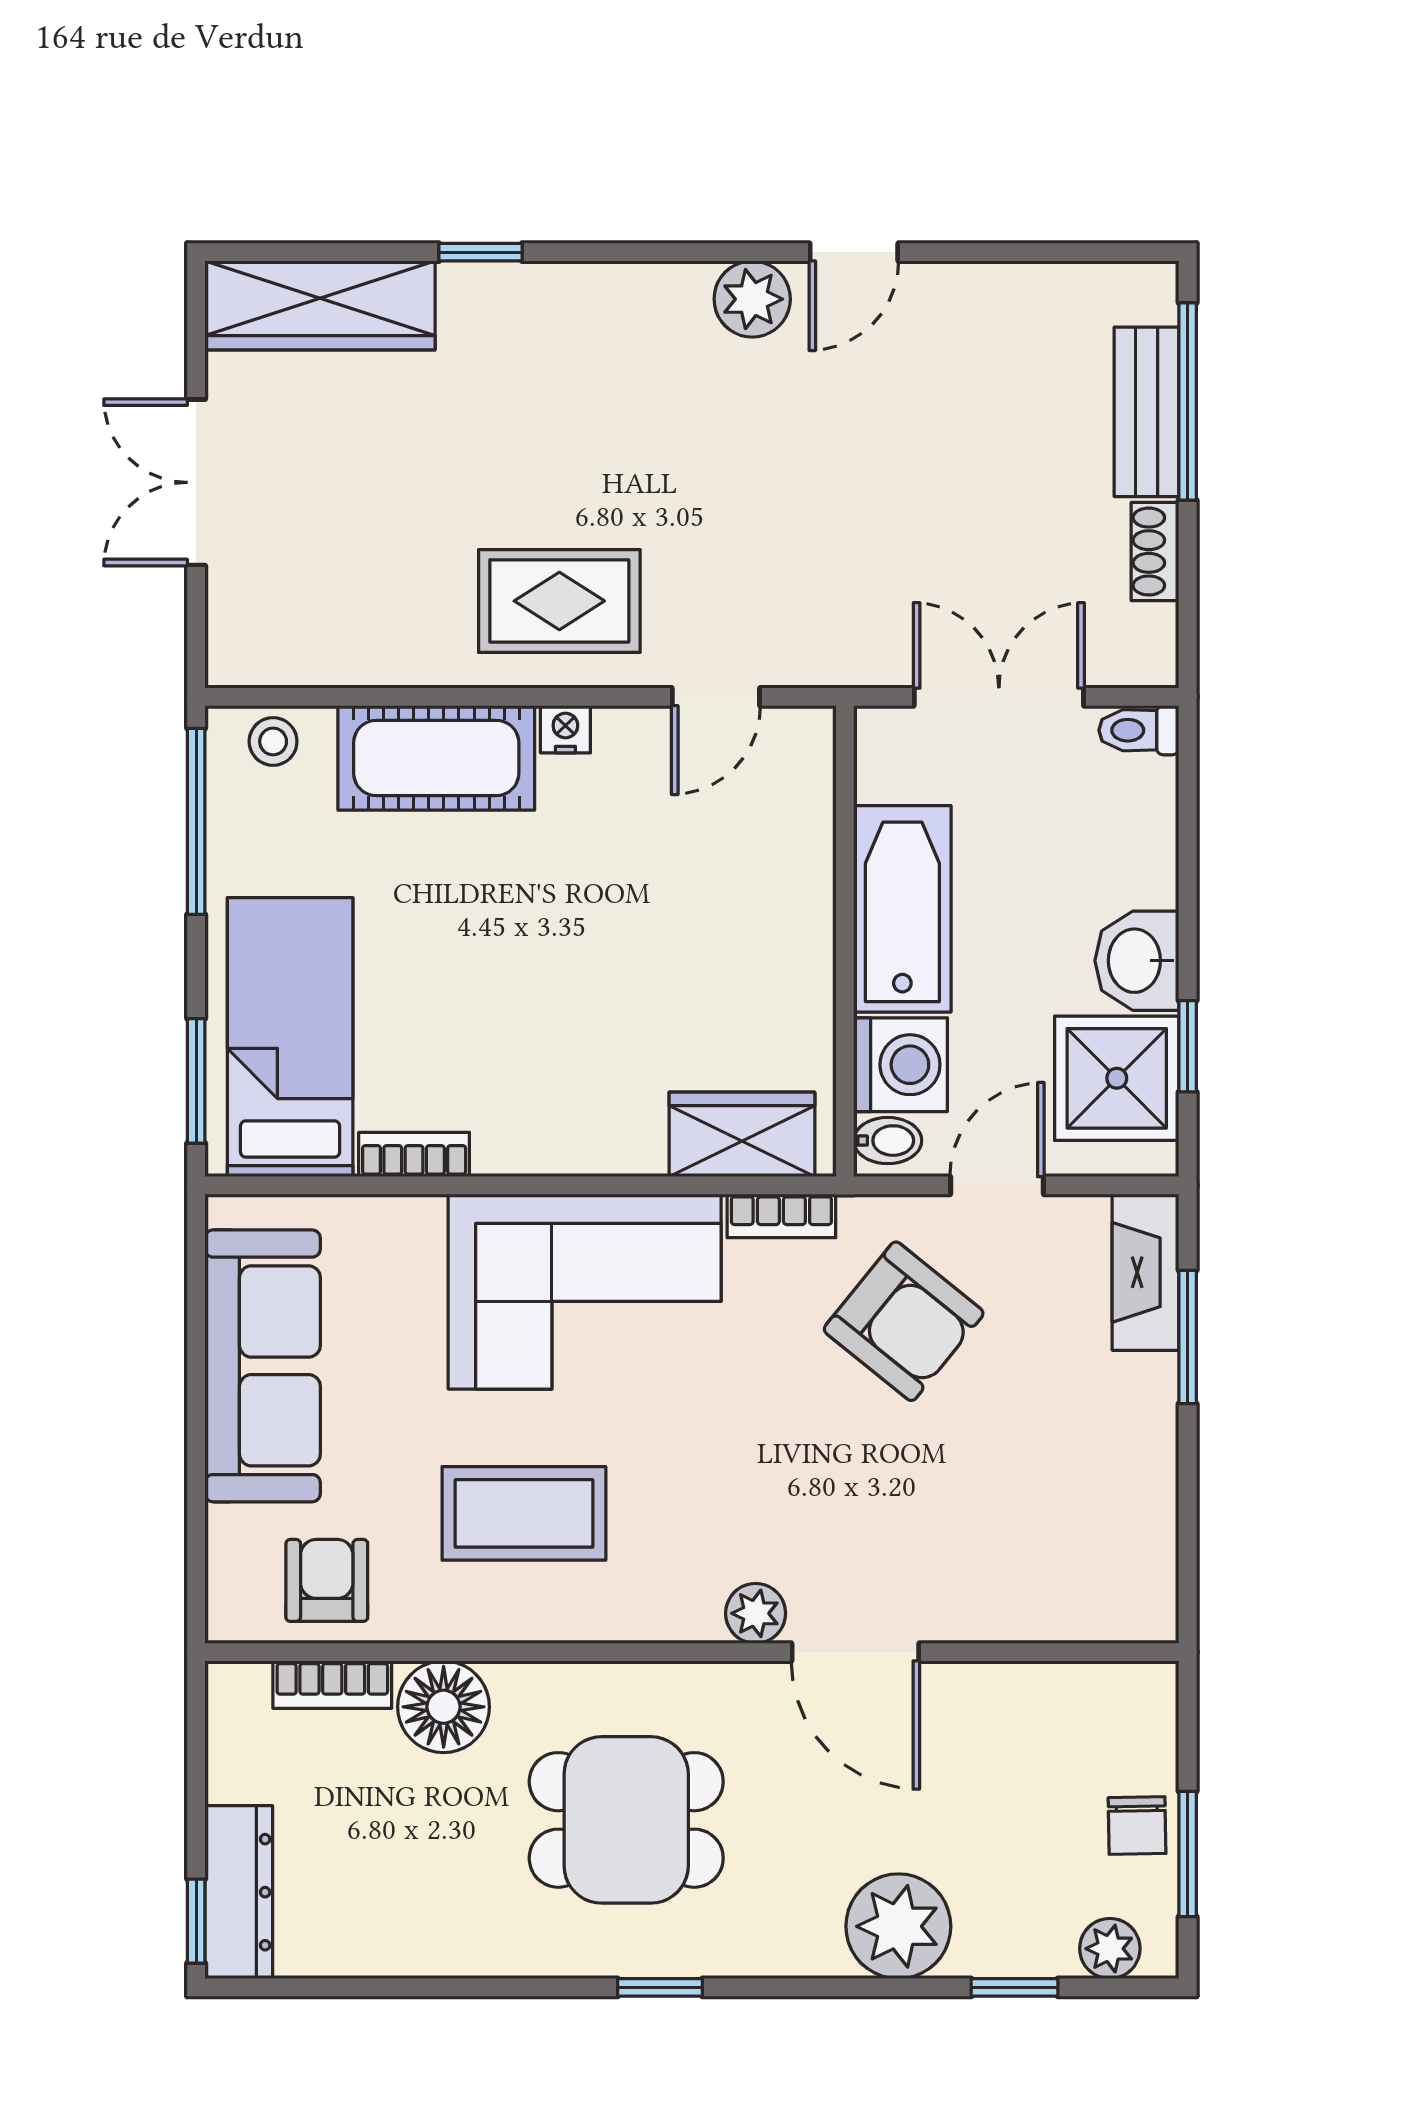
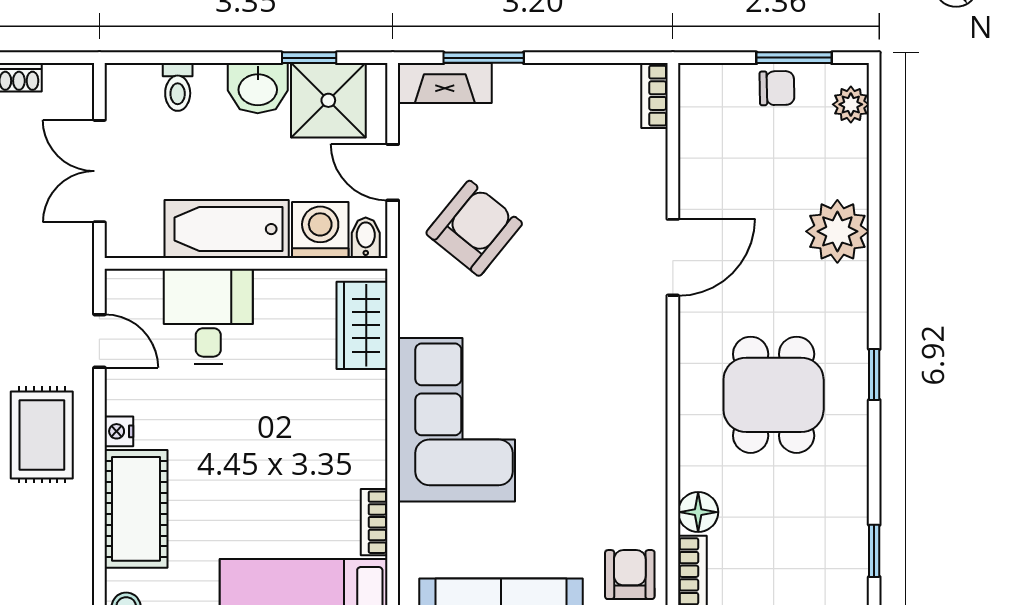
toilet: (1139, 730) -> (178, 87), moved
desk: (757, 878) -> (208, 317), added
bookcase: (781, 1216) -> (655, 96), moved, turned 180
coffee table: (524, 1513) -> (590, 456), removed
armchair: (327, 1580) -> (630, 575), turned 90
plant: (756, 1613) -> (650, 317), removed
floor lamp: (444, 1707) -> (698, 512), width x0.73, depth x0.73
window: (1015, 1987) -> (874, 551), moved

